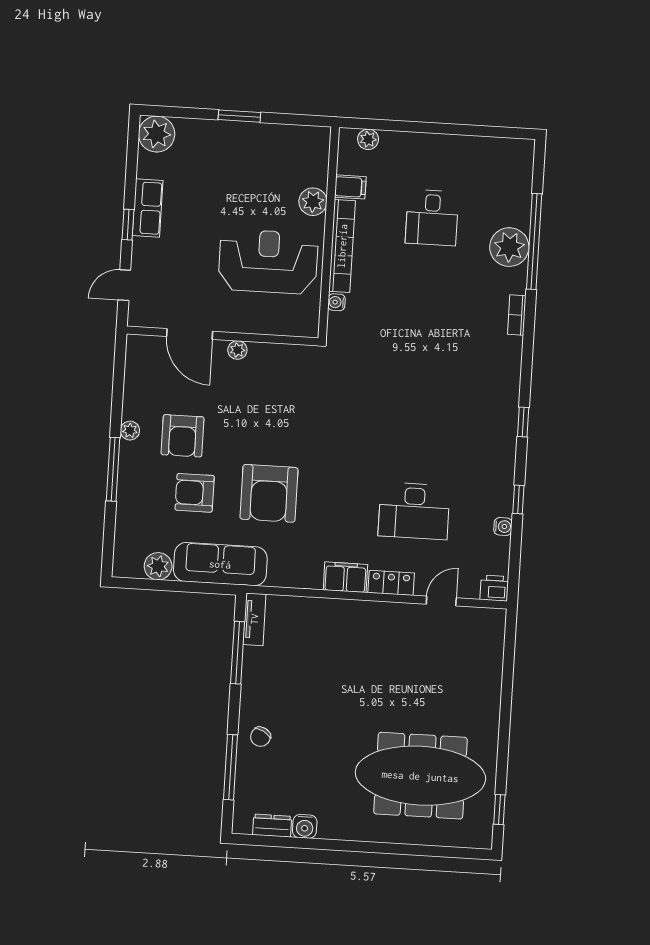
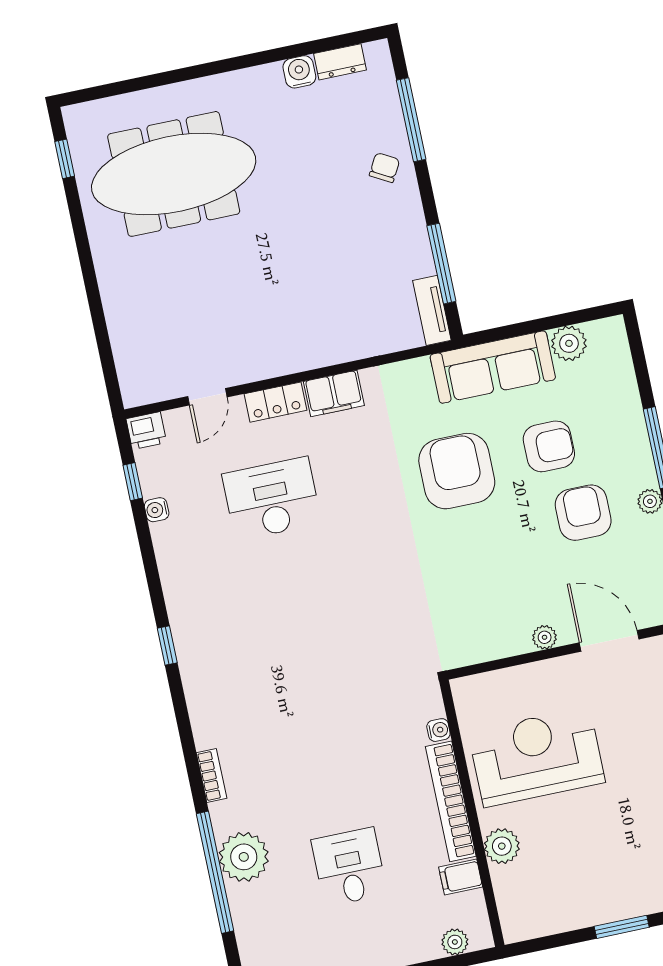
reception desk: (268, 262) -> (537, 757), turned 180
window: (518, 499) -> (133, 482), moved

